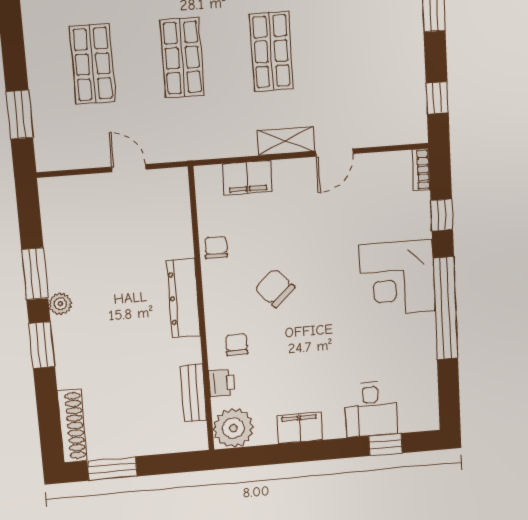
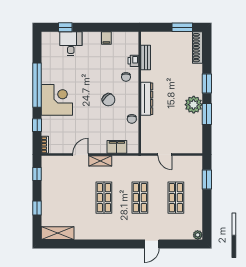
plant: (60, 304) -> (194, 105), width x1.87, depth x1.87
plant: (233, 428) -> (130, 40), removed
filing cabinet: (300, 428) -> (106, 38), width x0.50

